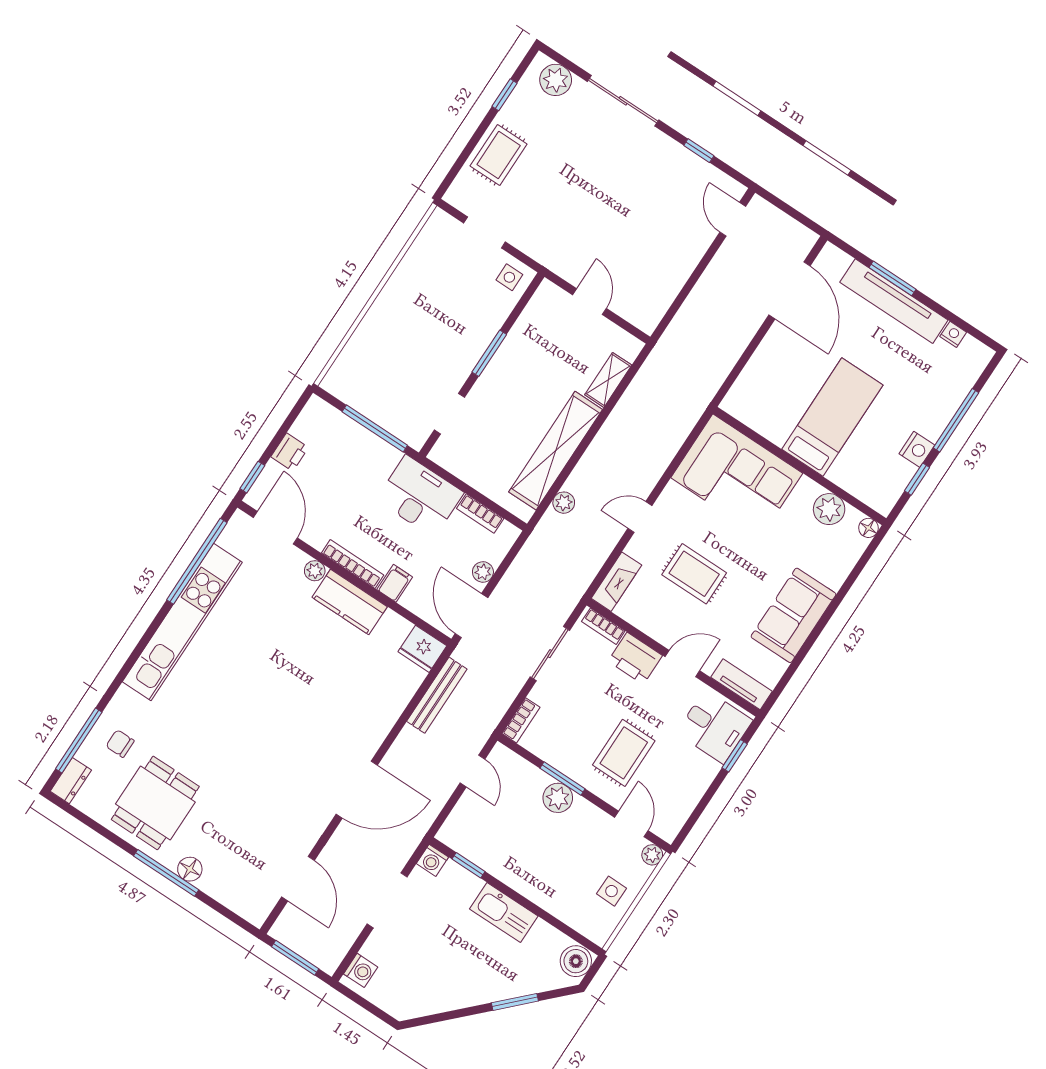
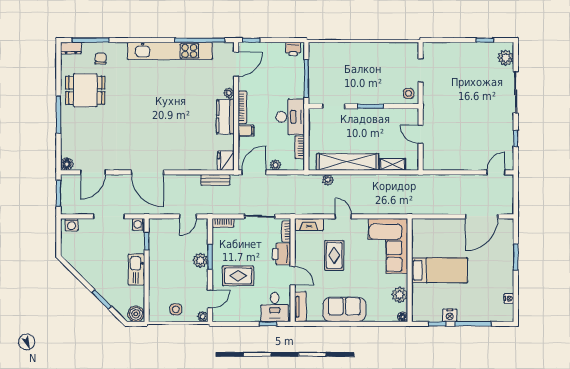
rug: (499, 155) -> (458, 55), removed
tv unit: (894, 301) -> (506, 264), removed
door: (590, 302) -> (421, 134), swing flipped
printer: (290, 452) -> (293, 49), moved
bench: (437, 695) -> (215, 180), width x0.73
floor lamp: (190, 869) -> (67, 164), moved

